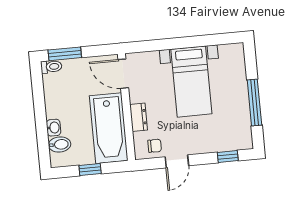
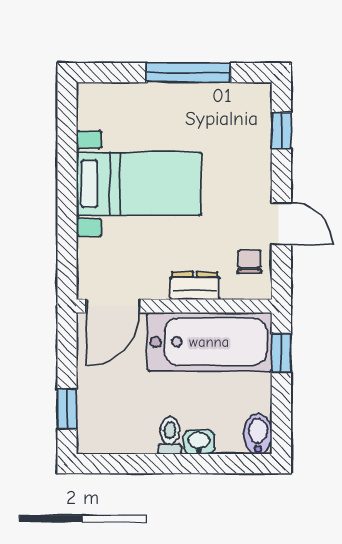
window: (65, 54) -> (67, 409), width x0.67
toilet: (51, 67) -> (170, 436), moved
bidet: (60, 145) -> (258, 434), moved
window: (90, 170) -> (281, 353), moved

